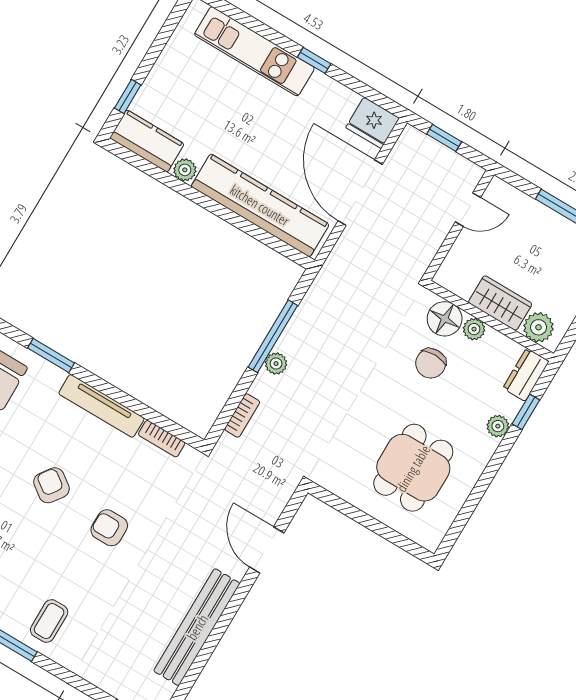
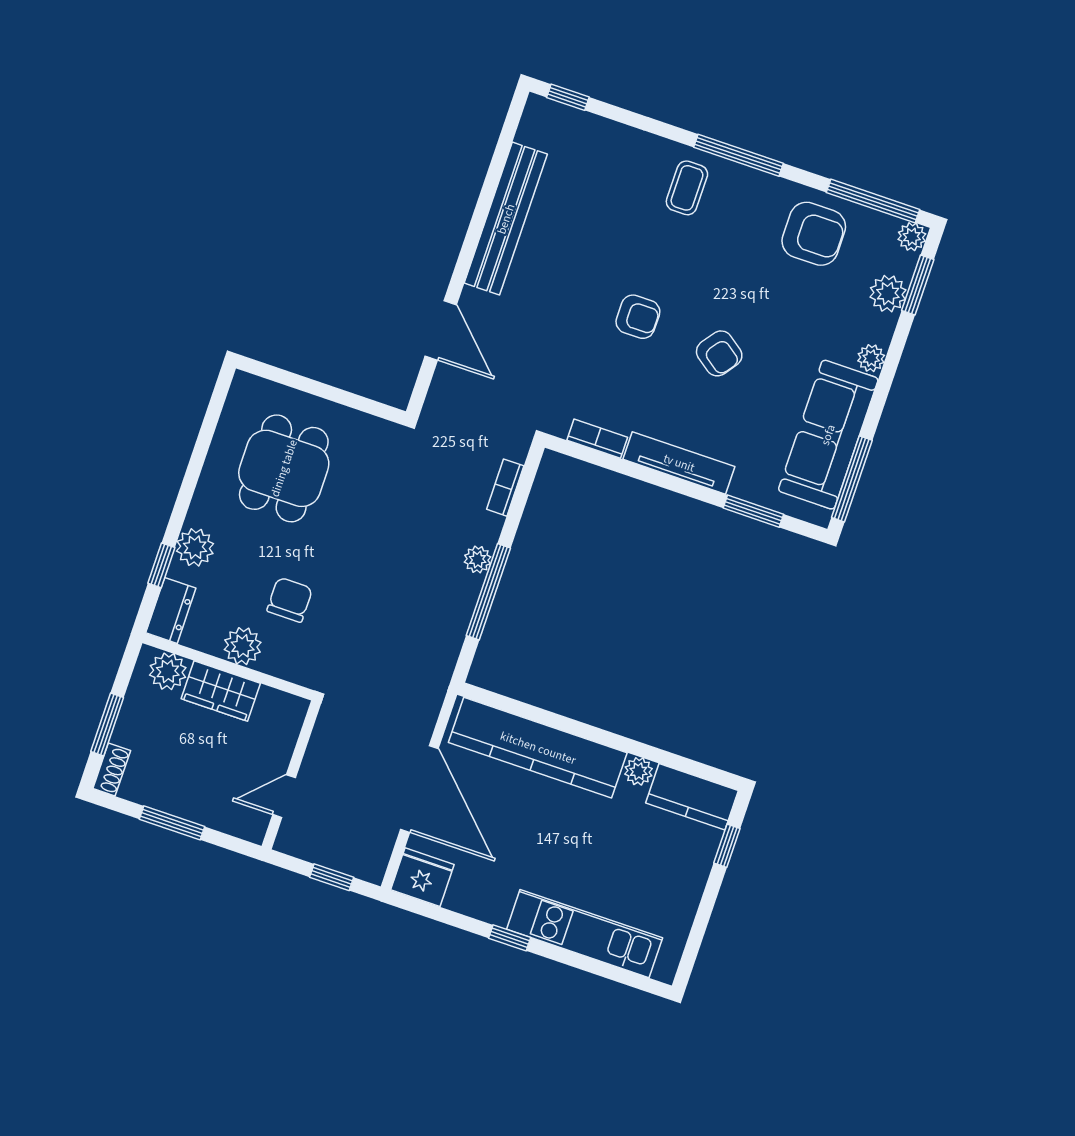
floor lamp: (445, 319) -> (284, 657), removed
plant: (474, 329) -> (243, 646), width x1.38, depth x1.38
plant: (498, 426) -> (195, 547), width x1.38, depth x1.38

